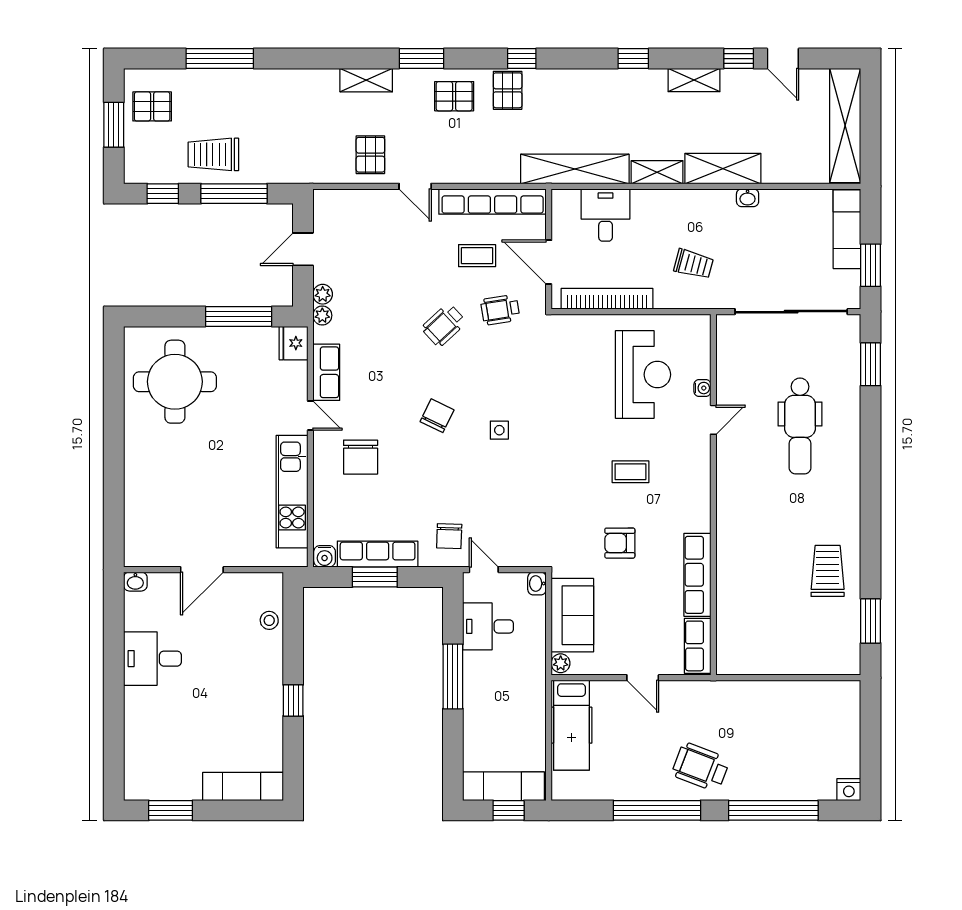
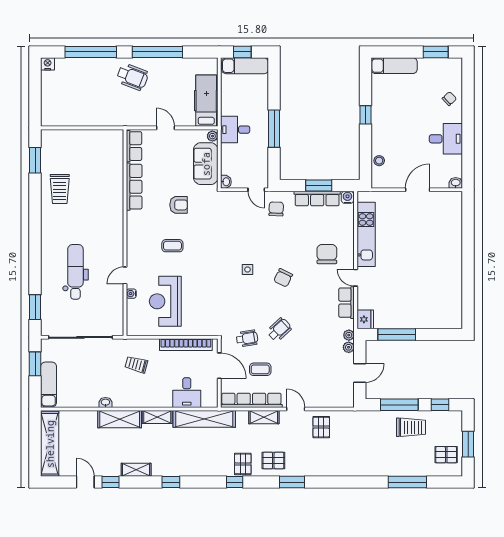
shelving: (366, 80) -> (264, 417), moved
round table: (175, 382) -> (433, 297), removed
desk: (488, 626) -> (235, 130), moved, turned 180
chair: (146, 729) -> (449, 99), added

